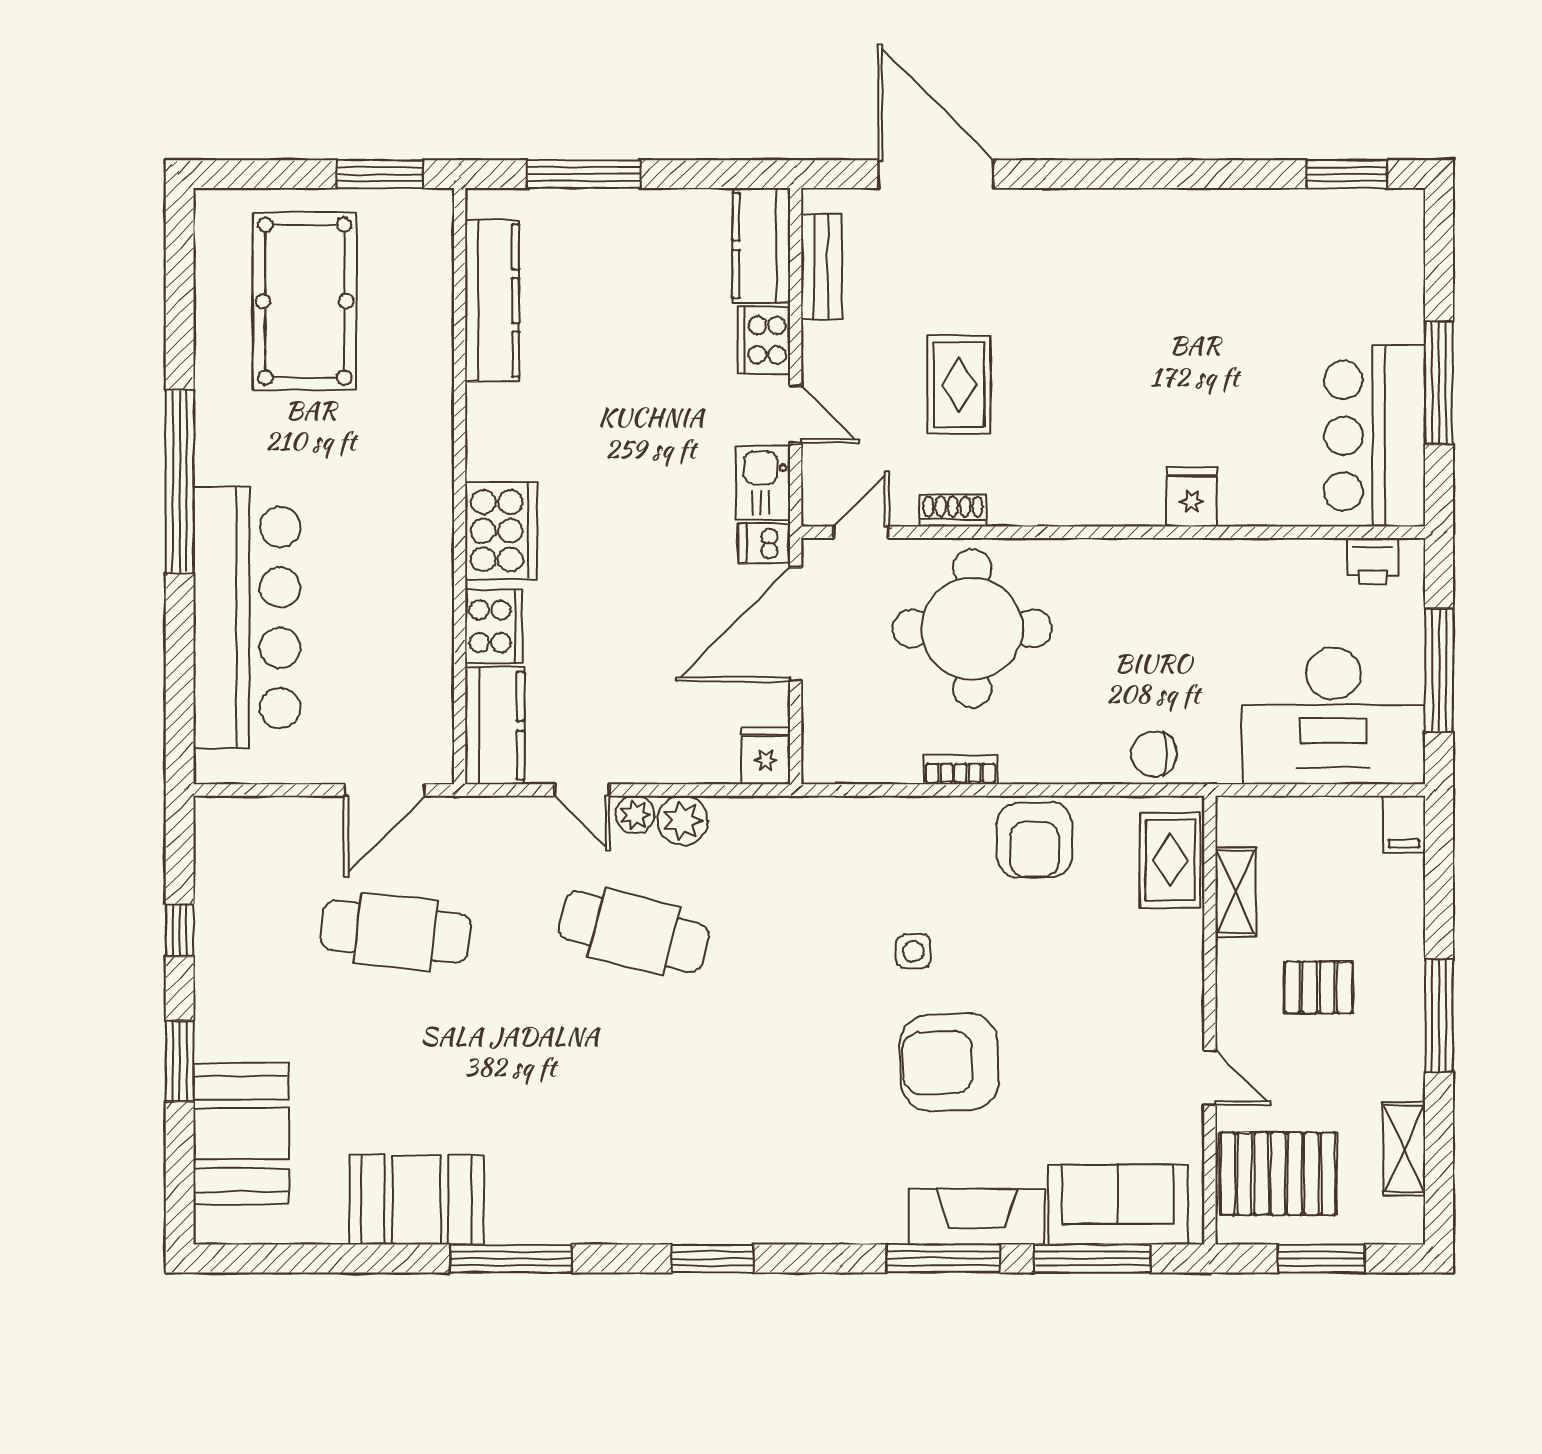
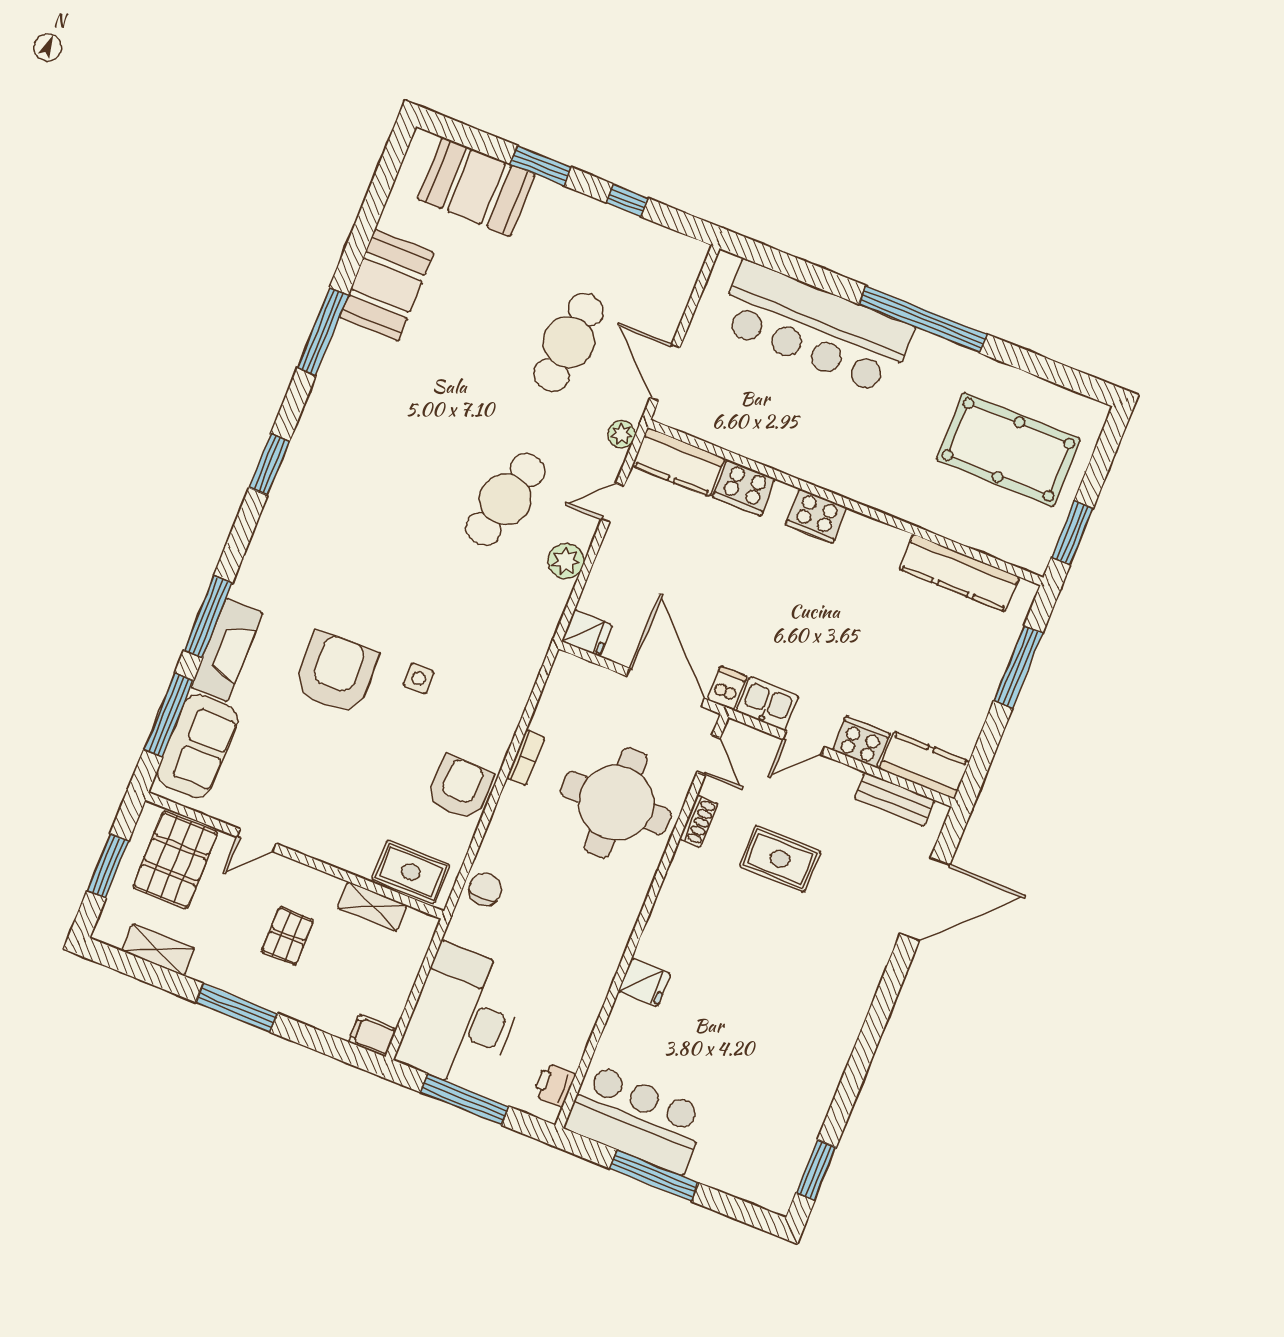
cooker: (501, 531) -> (816, 516), width x0.73, depth x0.76
plant: (635, 815) -> (621, 434), moved
armchair: (1034, 840) -> (460, 788), turned 92

